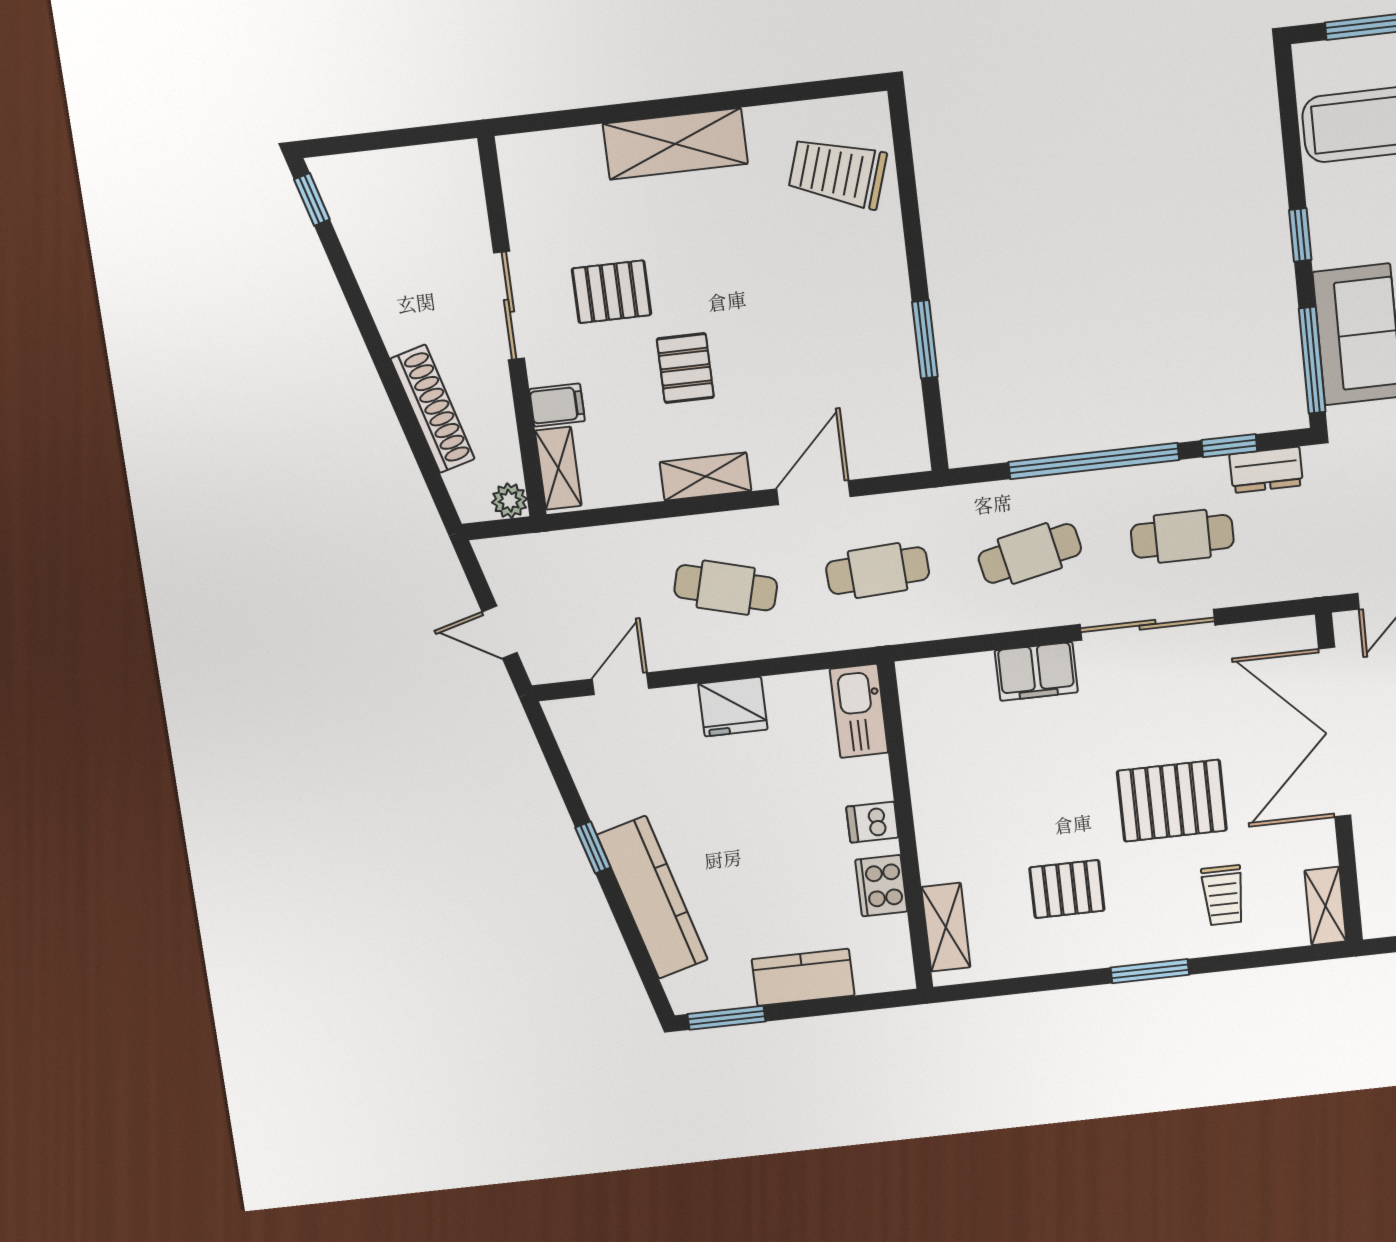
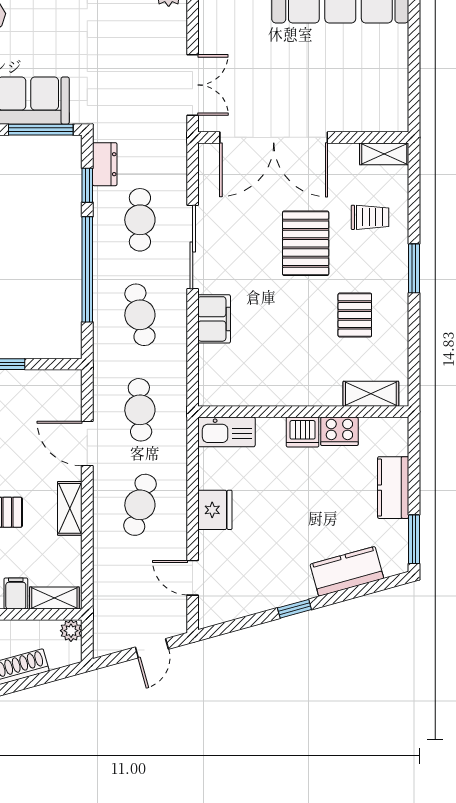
dishwasher: (872, 822) -> (303, 432), width x1.38
kitchen counter: (652, 897) -> (347, 571), width x0.67

